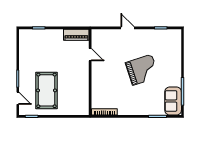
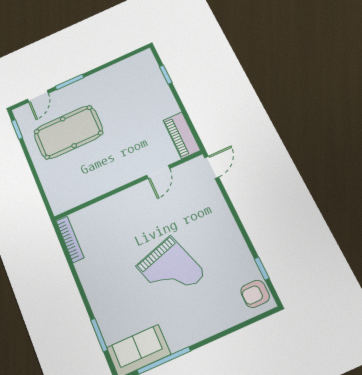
door: (128, 28) -> (212, 167), moved
armchair: (171, 36) -> (255, 294), added

